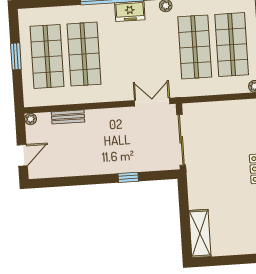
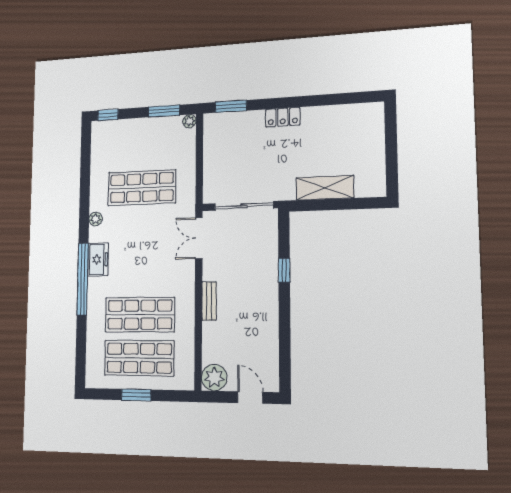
shop shelf: (232, 45) -> (142, 147), removed
bench: (68, 117) -> (209, 301), moved
plant: (31, 119) -> (214, 378), width x1.88, depth x1.88
shelving: (200, 233) -> (325, 188), moved

